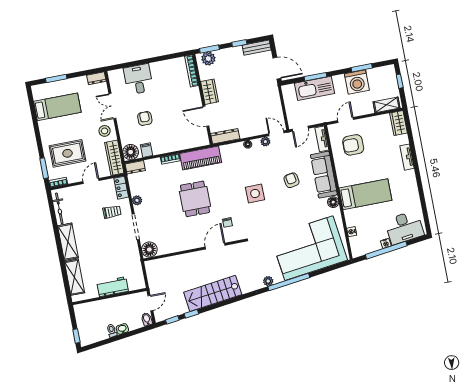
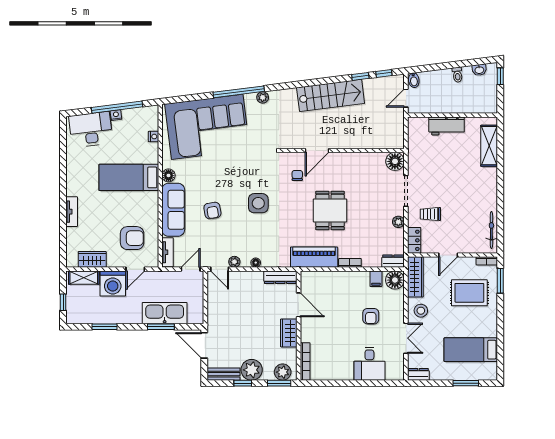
plant: (234, 56) -> (252, 370), added
washing machine: (357, 82) -> (113, 283), moved, turned 180
wardrobe: (398, 123) -> (92, 259), moved, turned -90
shelving: (68, 242) -> (489, 189), removed
washbasin: (122, 329) -> (479, 70), moved

